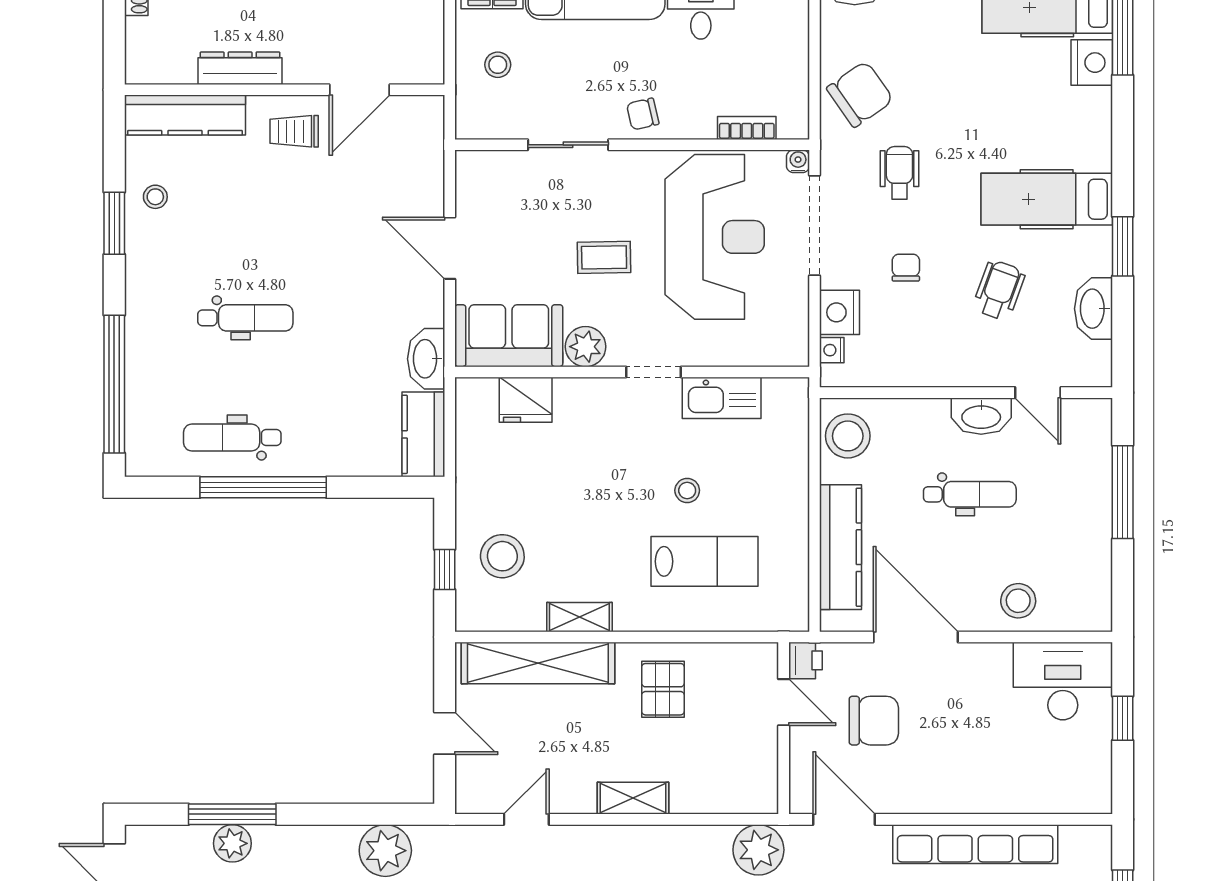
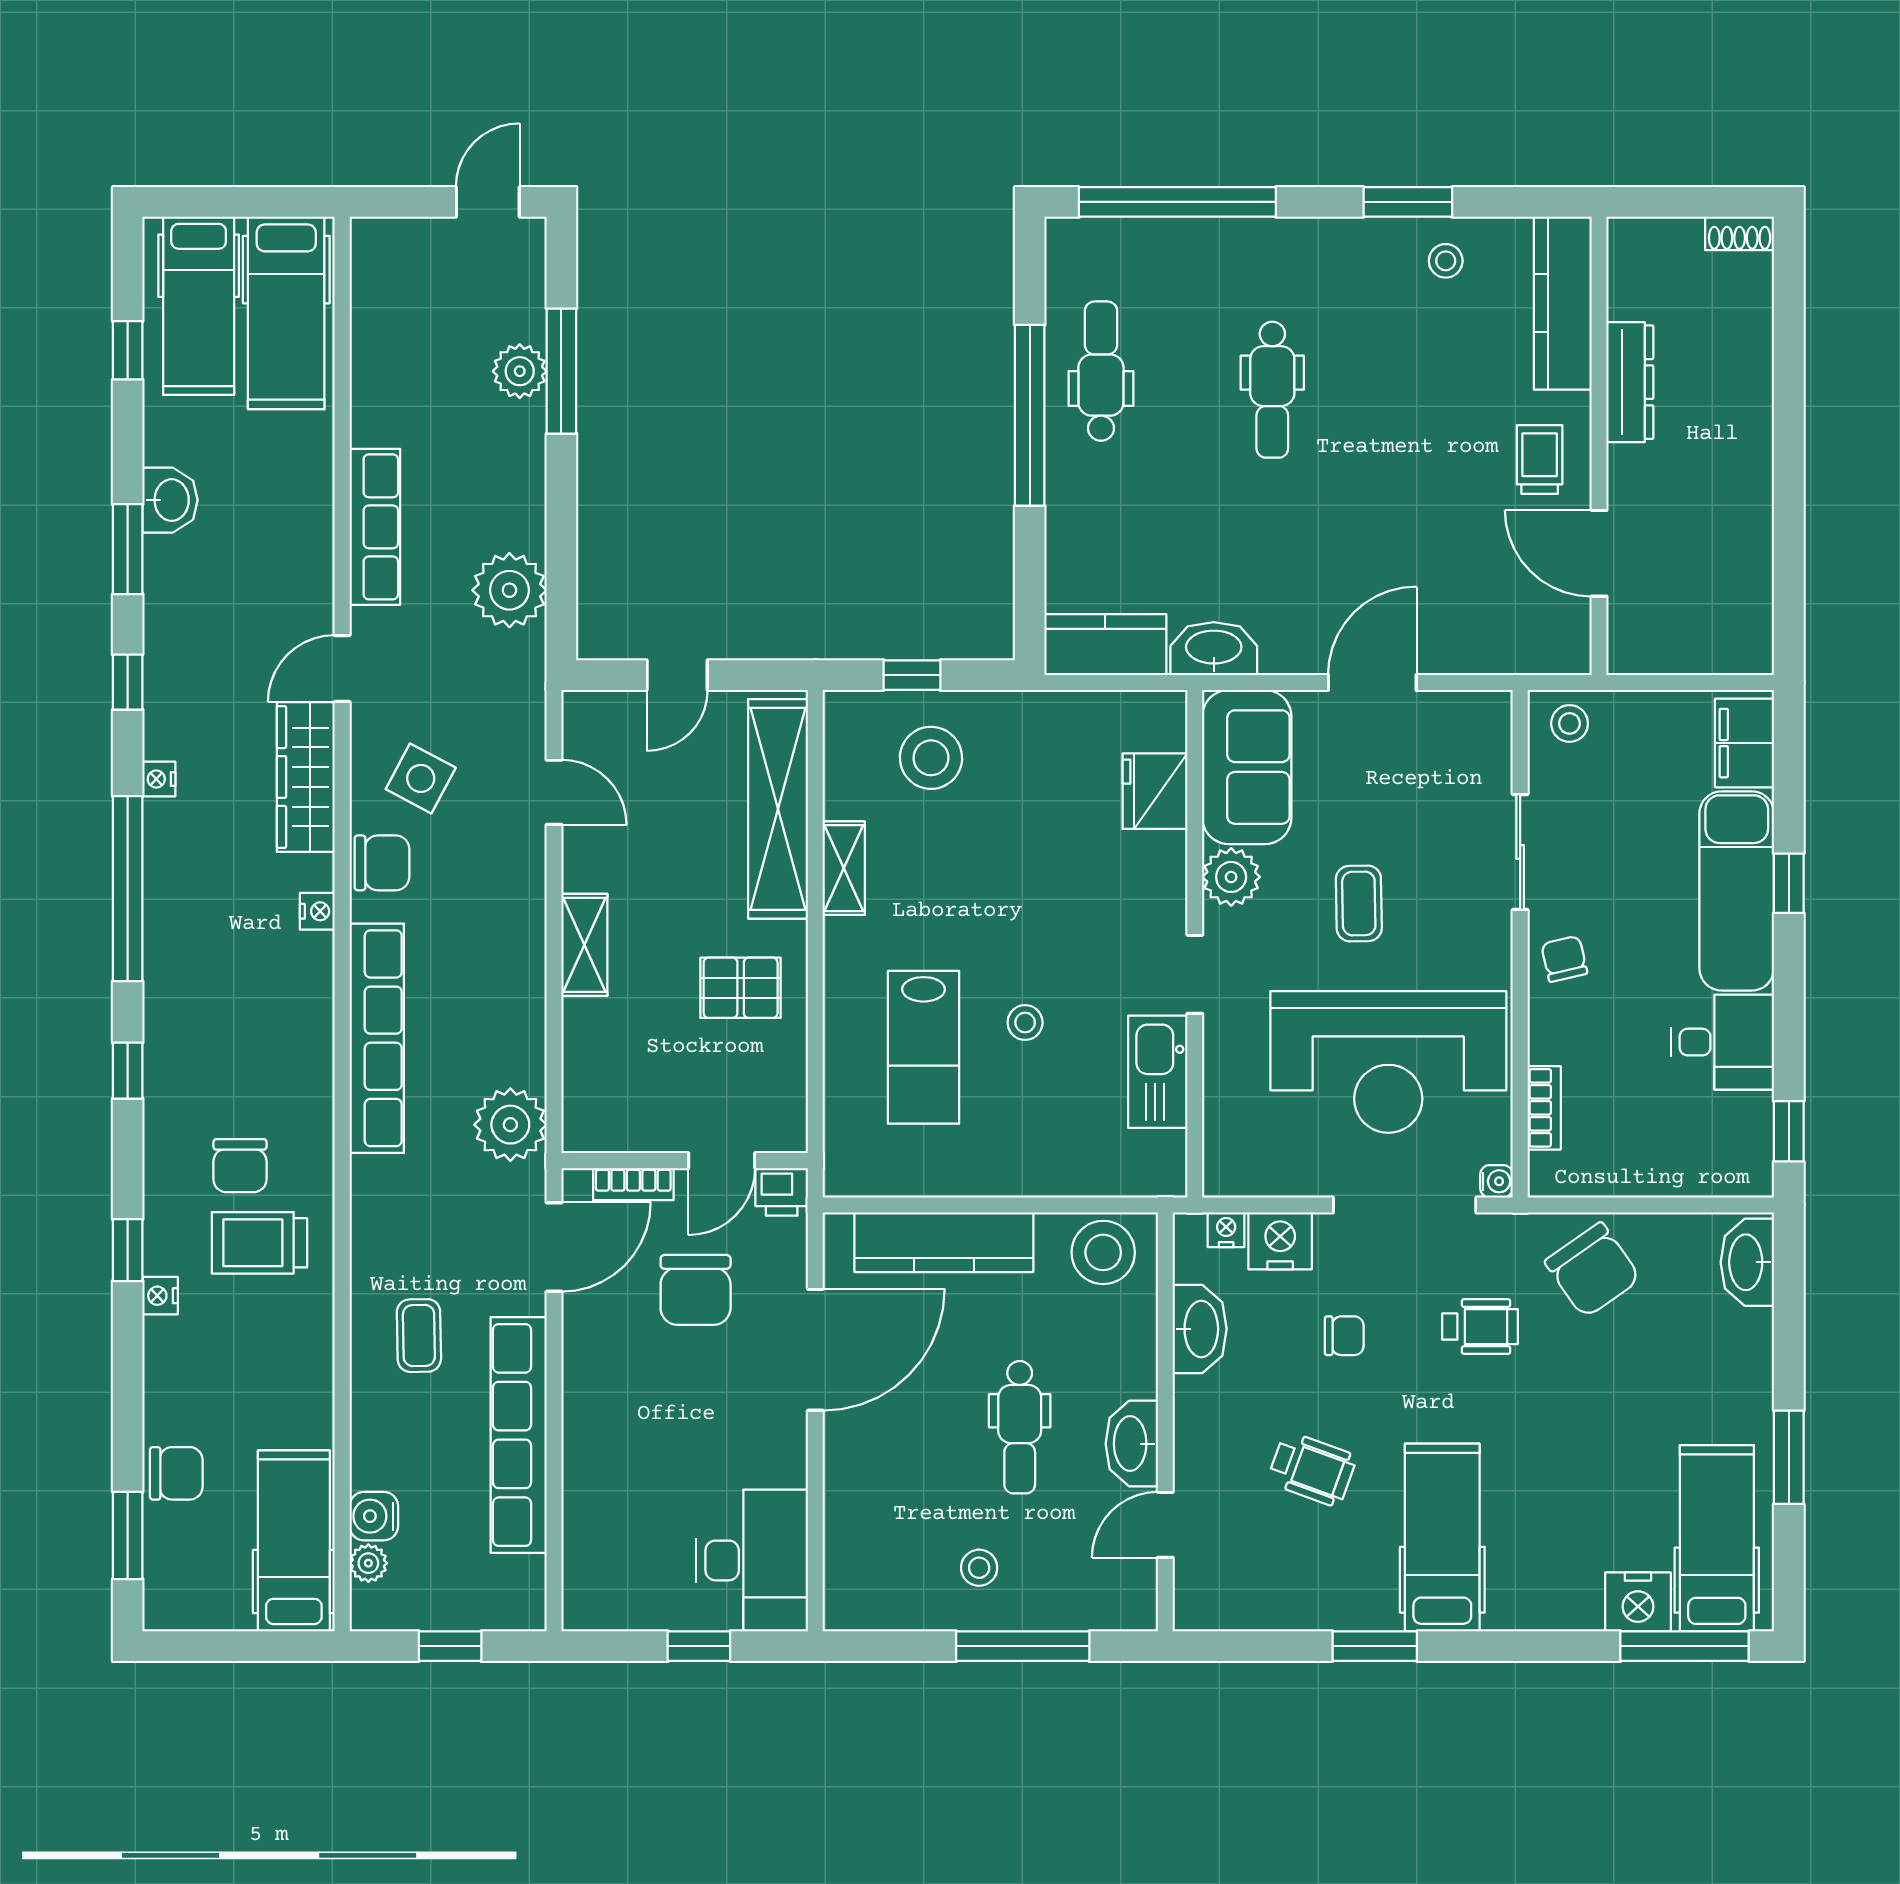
stool: (498, 65) -> (1570, 723), moved
washbasin: (1093, 309) -> (1200, 1329), moved, turned 90
stool: (1018, 601) -> (979, 1568), moved, width x0.73, depth x0.73
bookcase: (800, 764) -> (633, 1184), added

